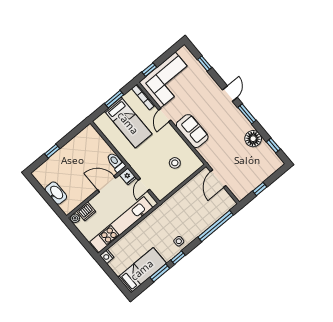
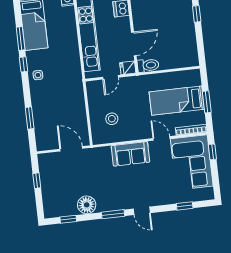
door: (144, 185) -> (111, 77), swing flipped
window: (216, 226) -> (30, 118), width x0.47

